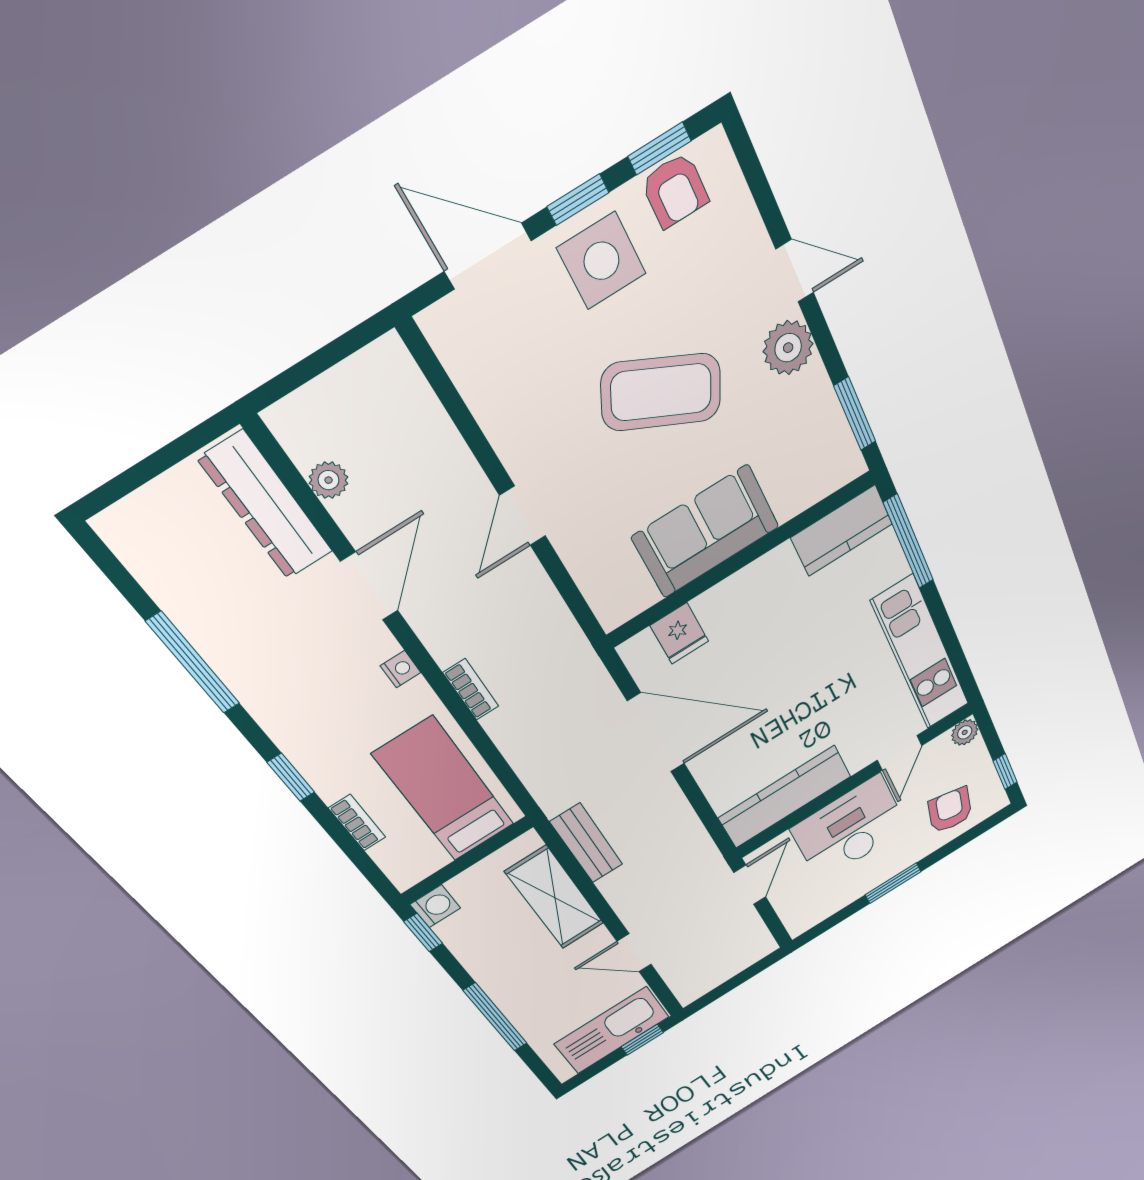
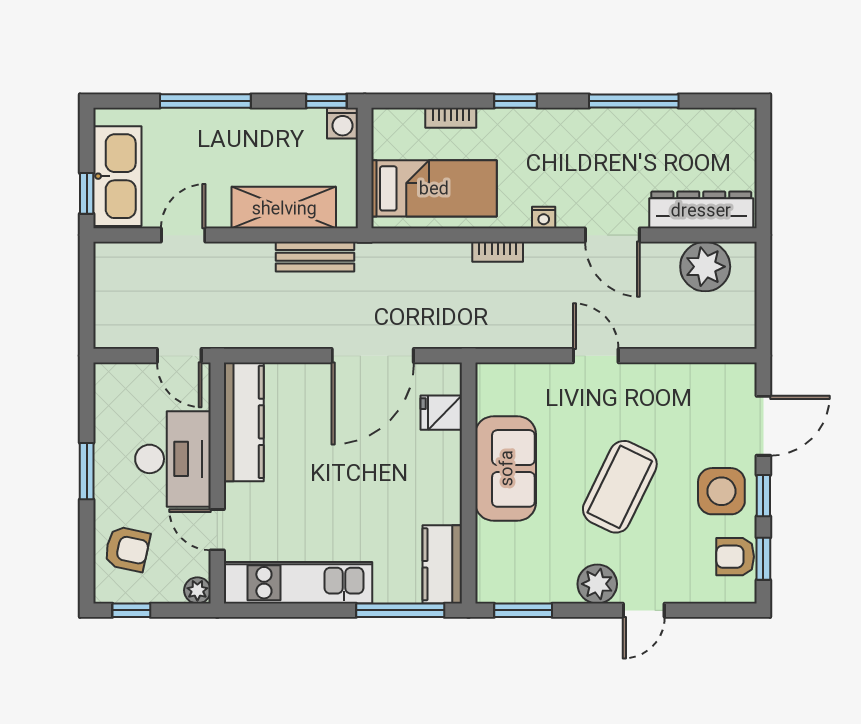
plant: (329, 480) -> (705, 267), width x1.87, depth x1.87

